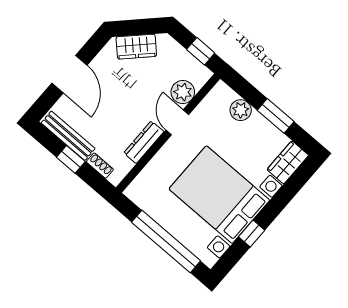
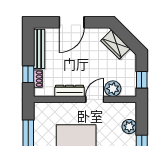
window: (71, 159) -> (28, 74), moved

